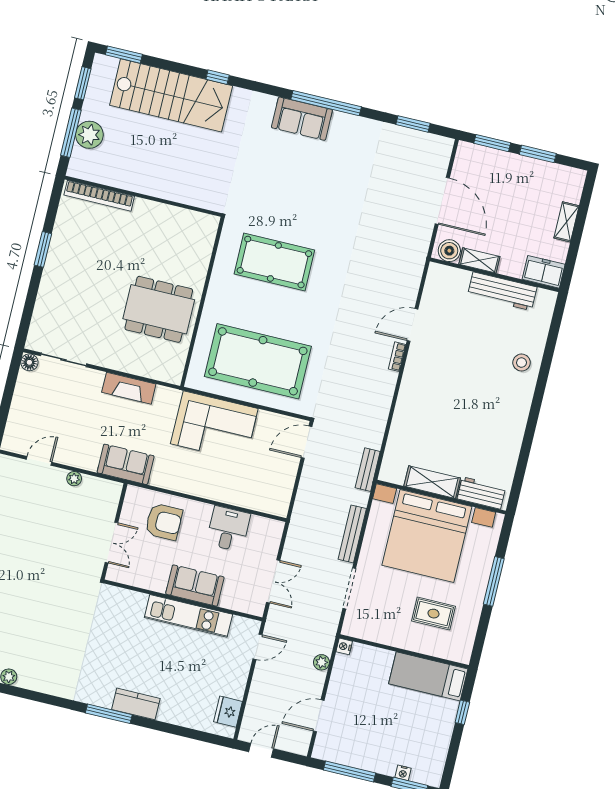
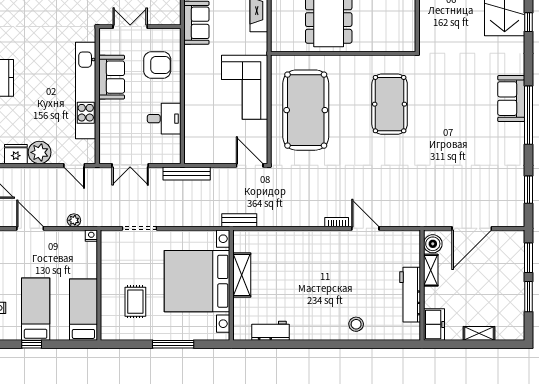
workbench: (481, 493) -> (271, 331), moved, turned -90
armchair: (164, 522) -> (157, 65), turned -90
bench: (352, 534) -> (187, 174), moved
double door: (111, 543) -> (130, 27), swing flipped
sofa: (195, 586) -> (112, 77), moved
kitchen unit: (188, 616) -> (86, 90), width x1.36
plant: (233, 683) -> (40, 152), added
window: (462, 712) -> (32, 344), moved
bed: (414, 732) -> (36, 309), added

